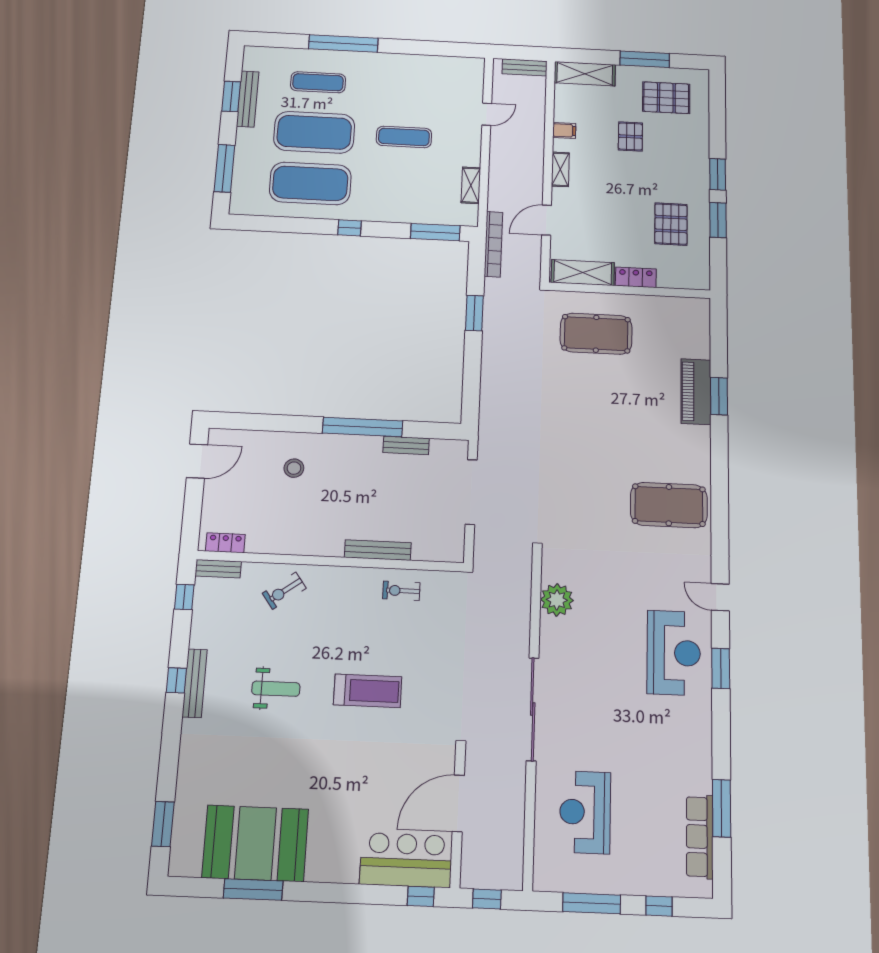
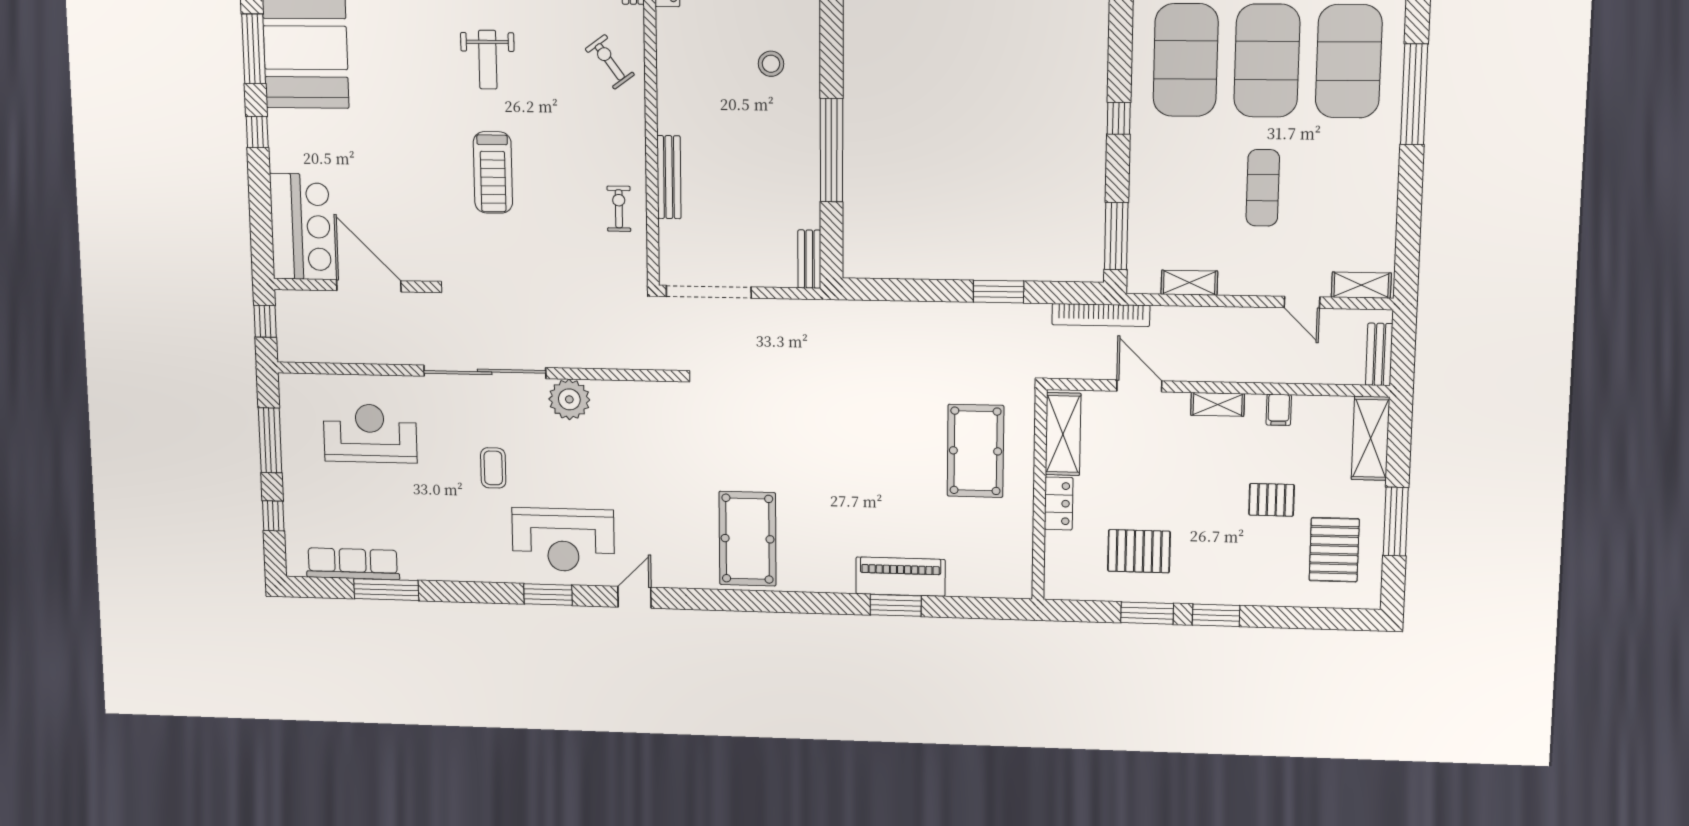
shelving: (475, 77) -> (1361, 285), added
exercise mat: (318, 82) -> (1349, 61), width x2.00, depth x1.45
bench: (406, 445) -> (809, 259), moved
doorway: (471, 492) -> (709, 292), moved
plant: (557, 600) -> (569, 399), moved
coffee table: (614, 707) -> (493, 468), added
window: (421, 896) -> (257, 132), moved

